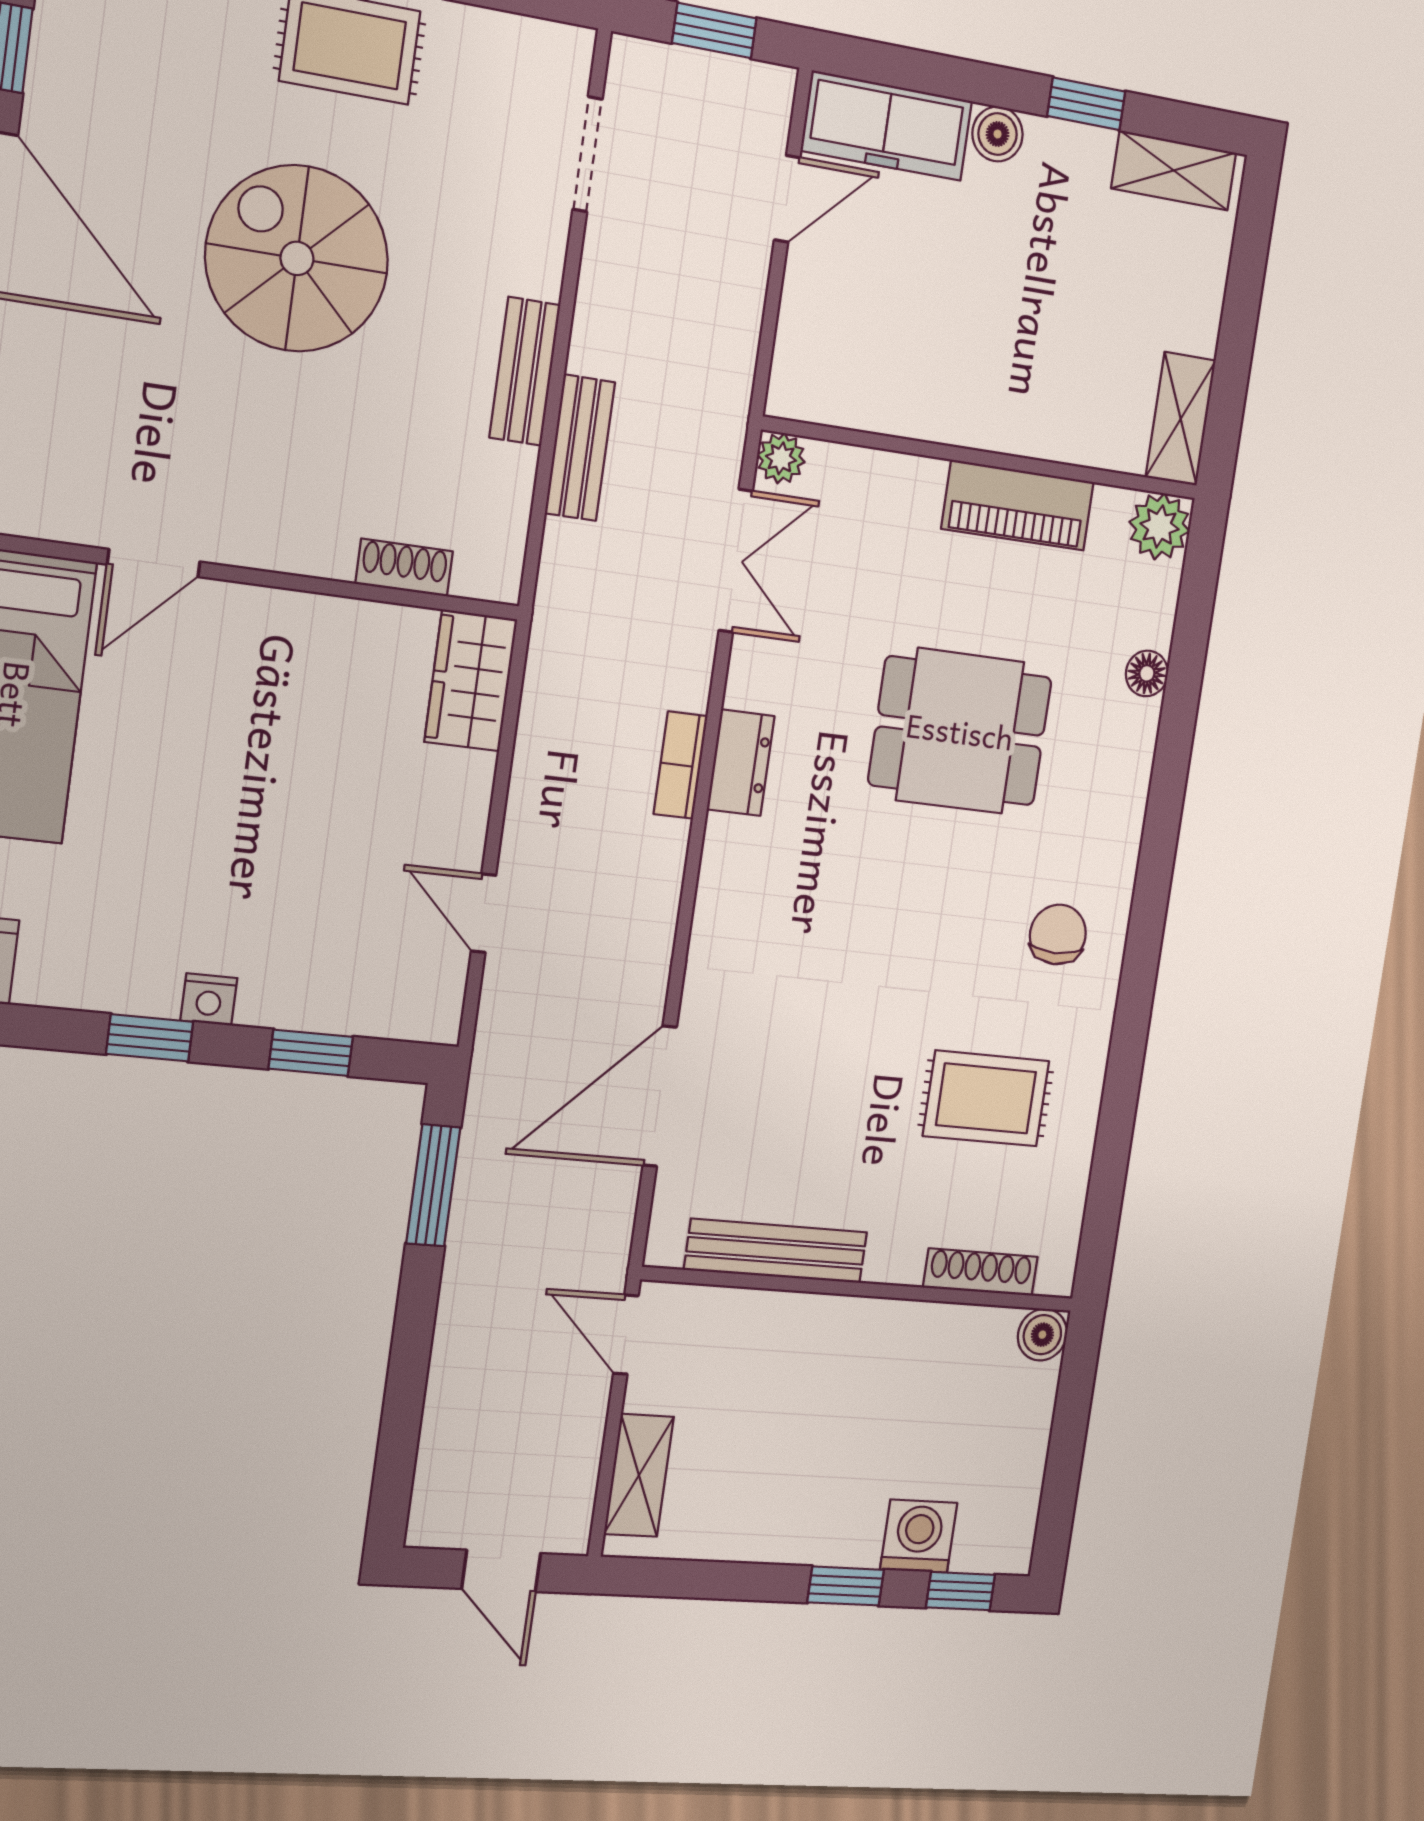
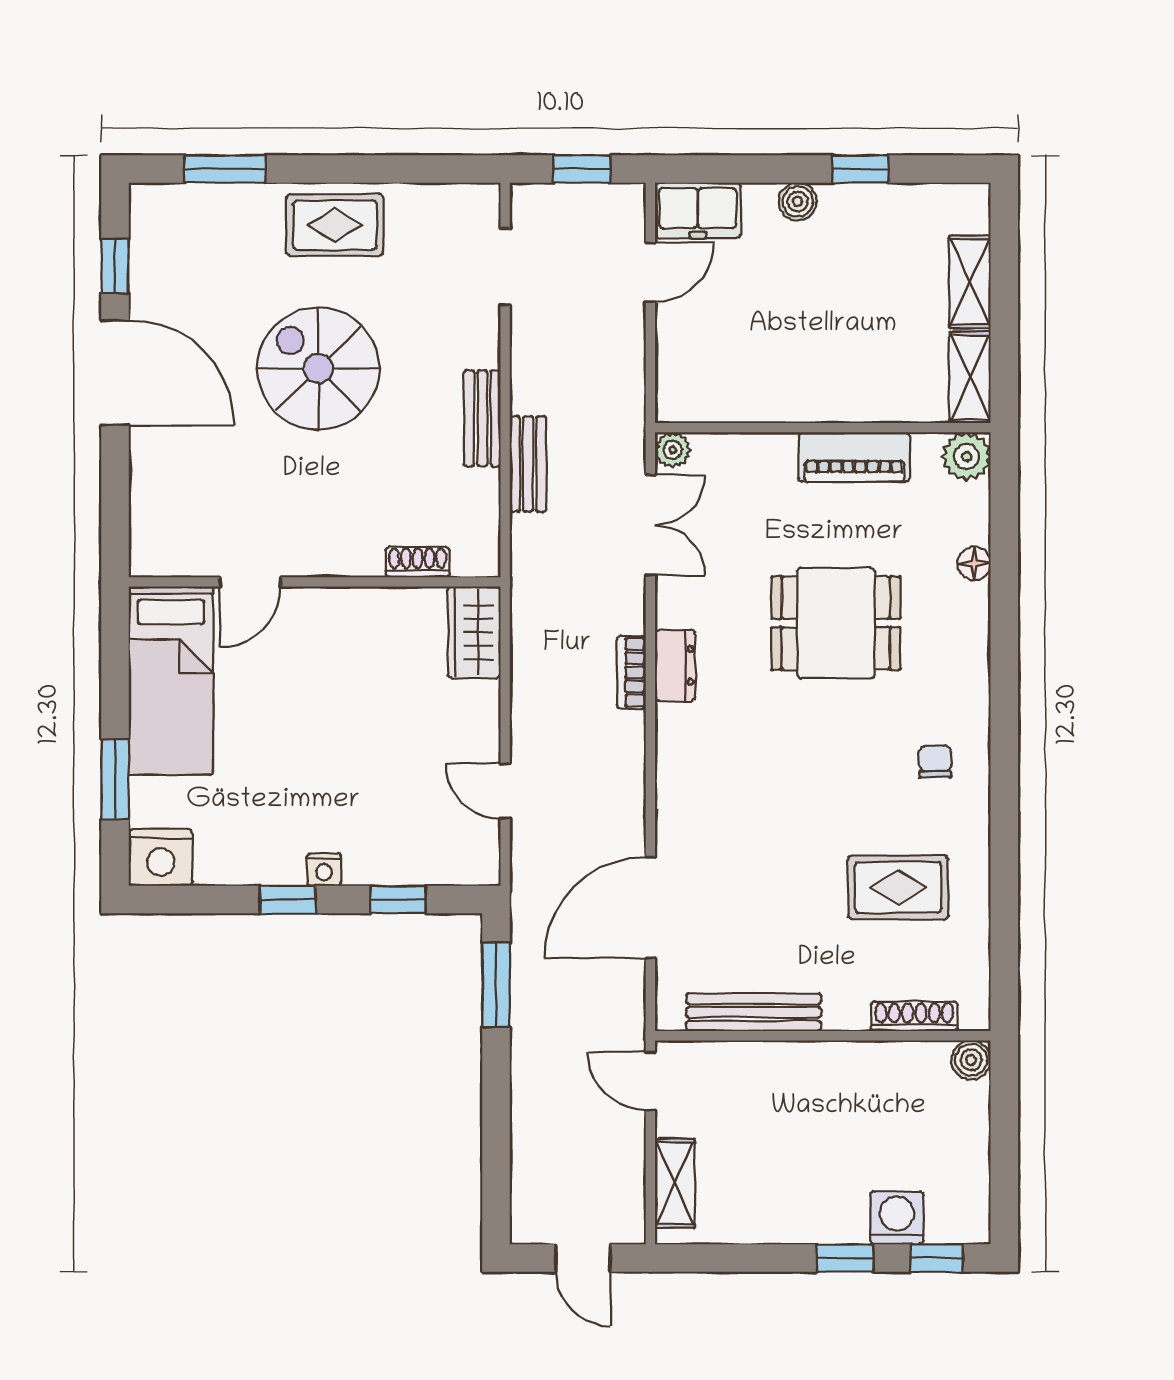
freezer: (887, 126) -> (698, 210), width x0.71
shelving: (1174, 171) -> (970, 282), moved, turned 90
chair: (1058, 934) -> (935, 762), width x0.73, depth x0.73

